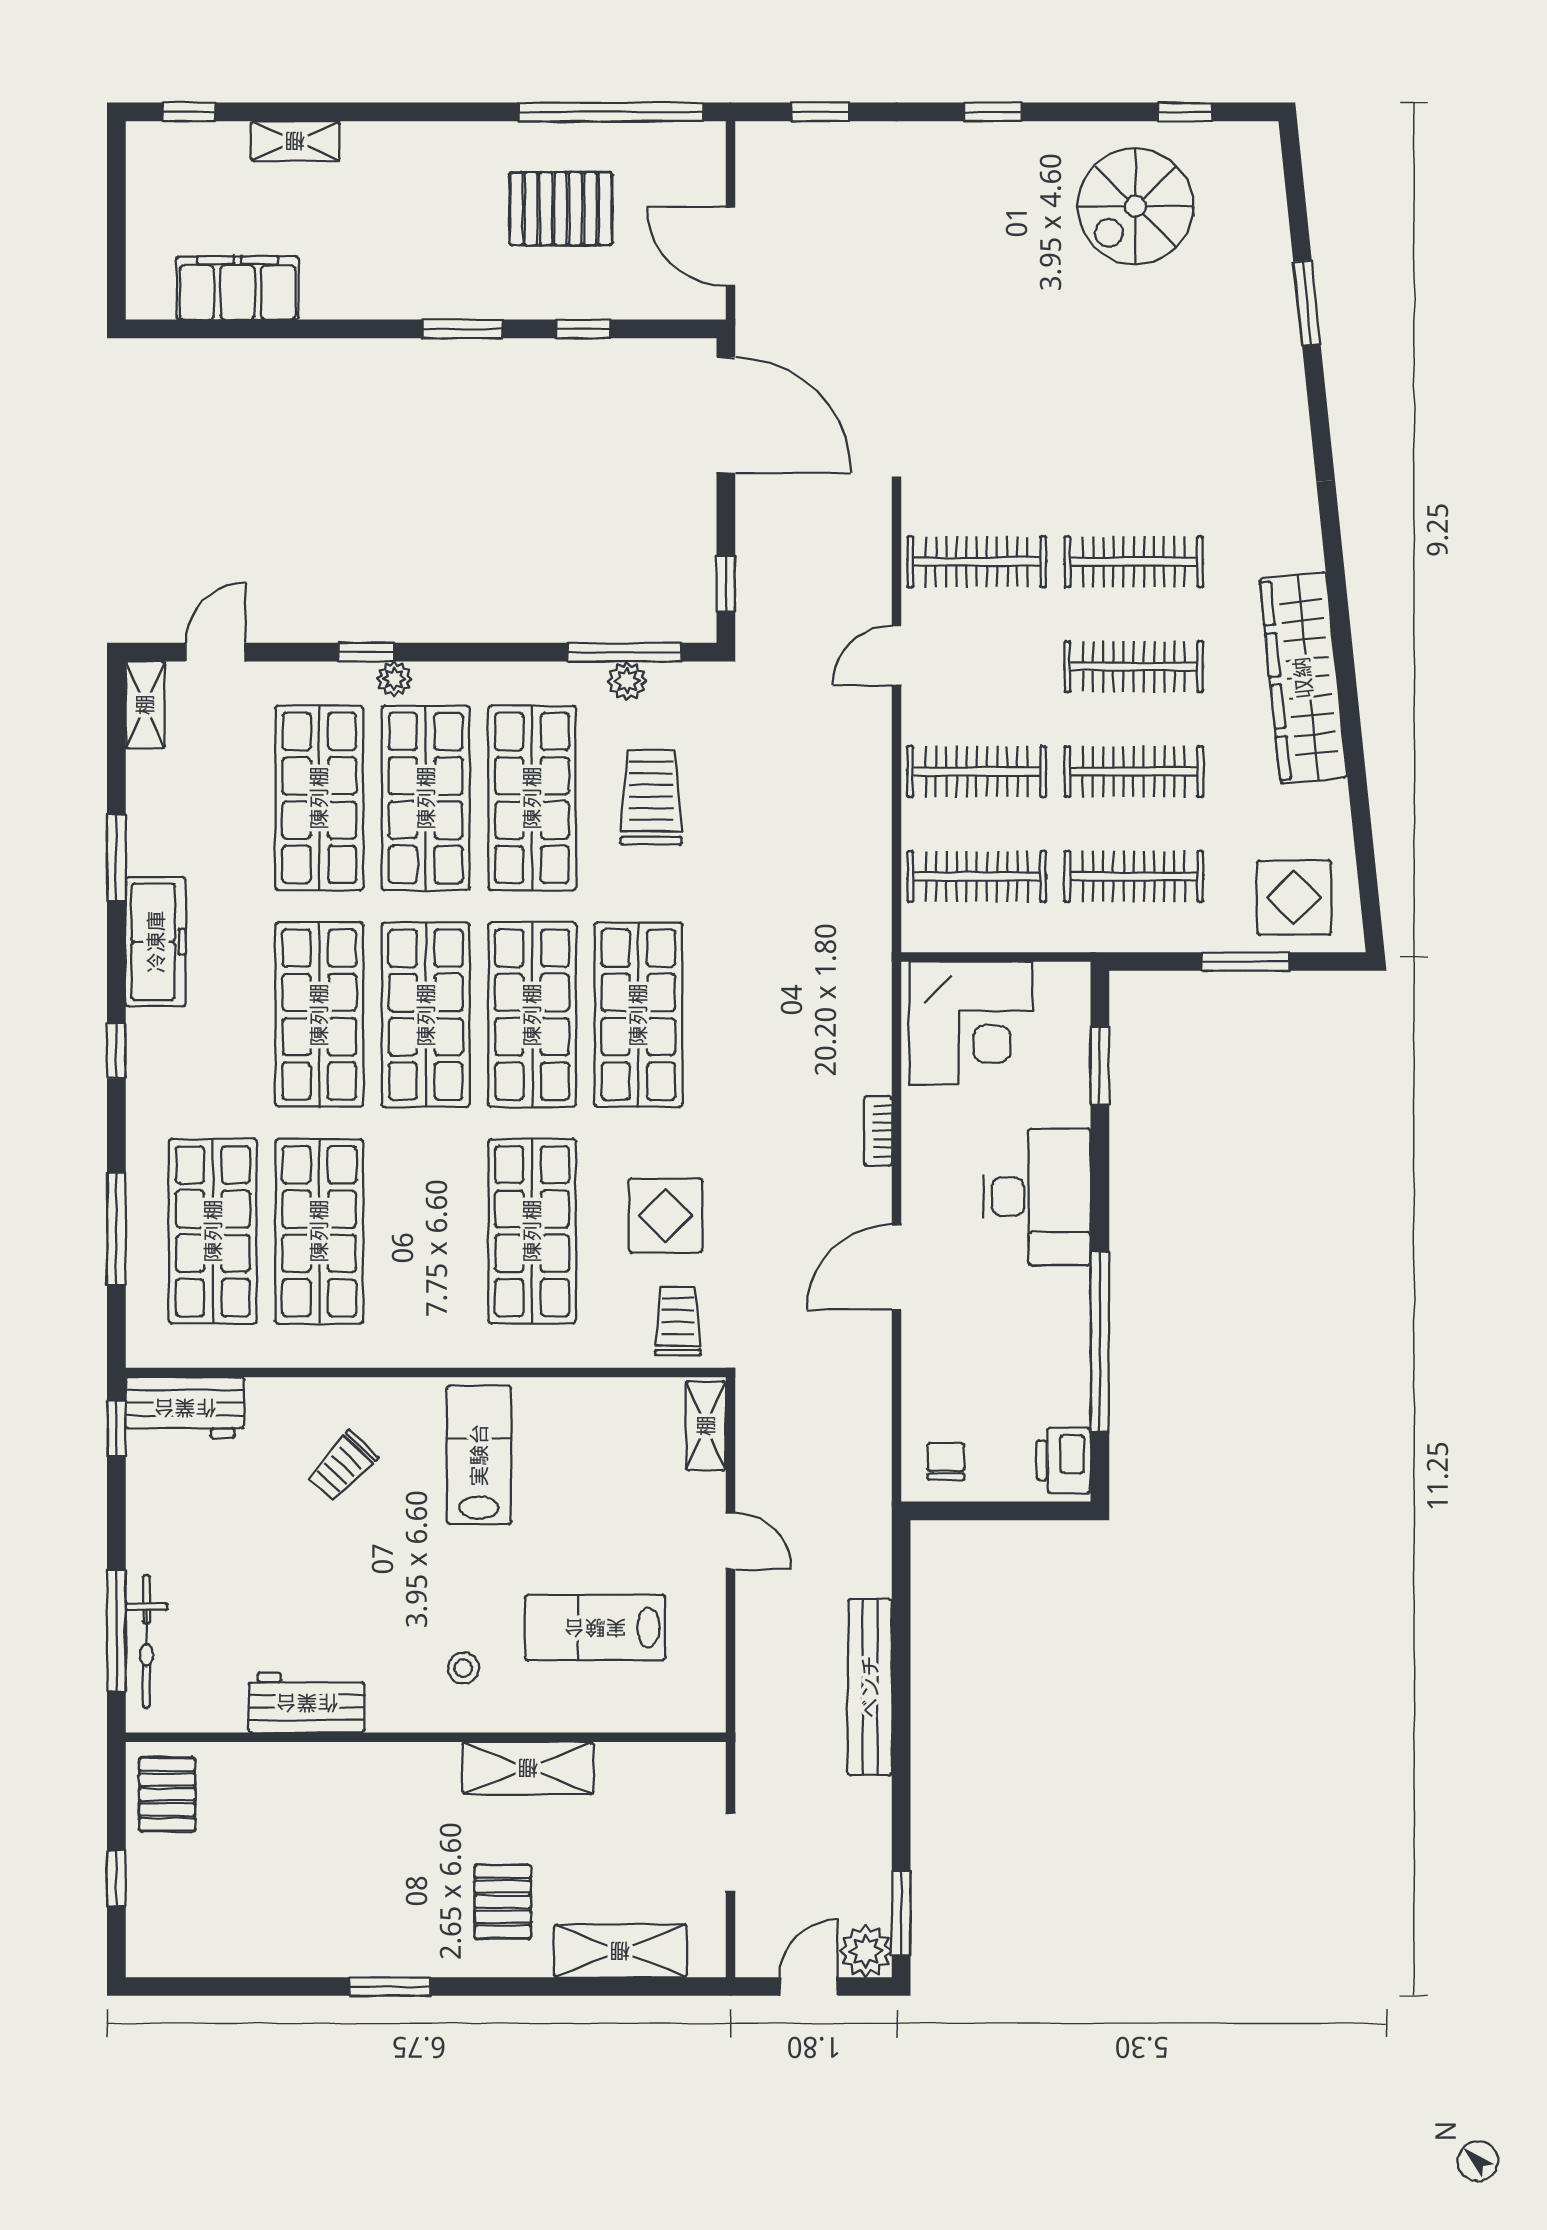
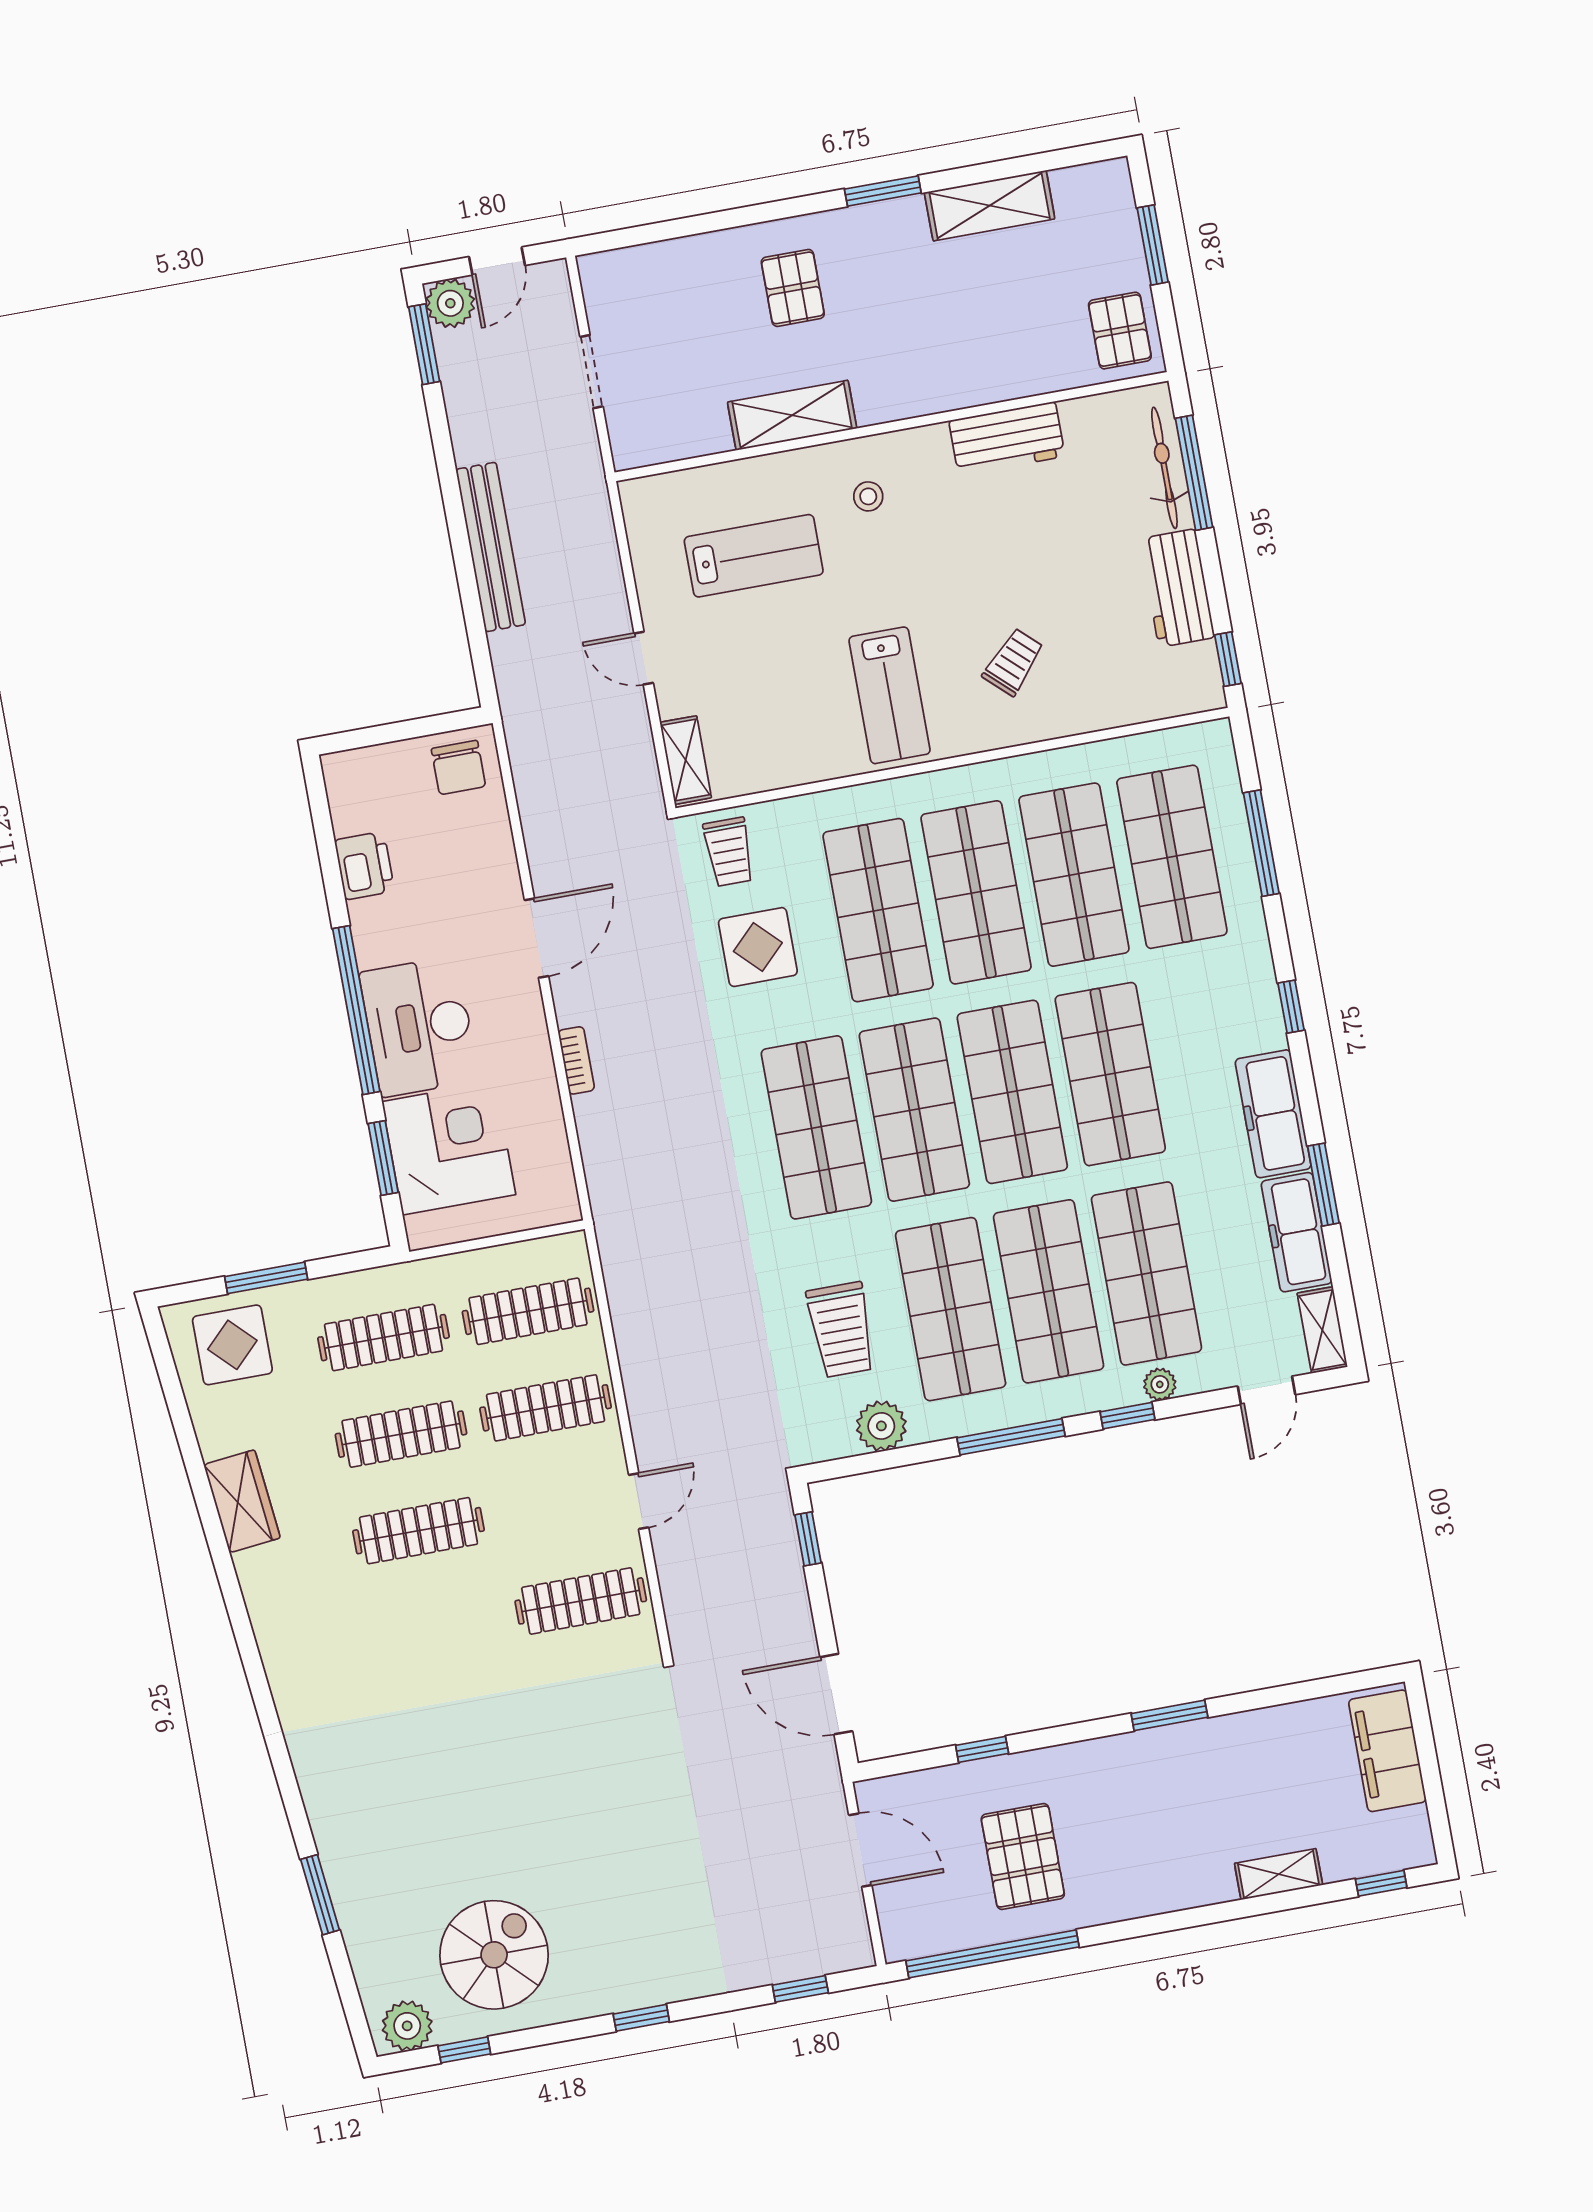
plant: (1240, 148) -> (407, 2026), added
pallet: (561, 209) -> (1023, 1857), turned 90
filing cabinet: (238, 288) -> (1387, 1751), moved, turned 90
window: (462, 329) -> (1169, 1715), moved
door: (726, 415) -> (836, 1694), width x0.73
clothes rail: (1134, 562) -> (436, 1627), removed
window: (624, 652) -> (1011, 1437), moved
wardrobe: (1303, 678) -> (242, 1501), width x0.48, depth x0.85
plant: (394, 679) -> (1160, 1384), moved
plant: (627, 681) -> (881, 1426), width x1.38, depth x1.38
freezer: (154, 813) -> (1297, 1232), added
corner desk: (971, 1023) -> (449, 1148), moved, turned 90
shop shelf: (426, 1231) -> (976, 892), added
window: (1100, 1342) -> (356, 1010), moved
workbench: (185, 1408) -> (1177, 588), moved, turned -90
printer: (1063, 1460) -> (365, 866), moved
chair: (946, 1461) -> (458, 768), width x1.37, depth x1.37
window: (116, 1878) -> (1153, 245), width x1.50
shelving: (620, 1951) -> (990, 206), moved

